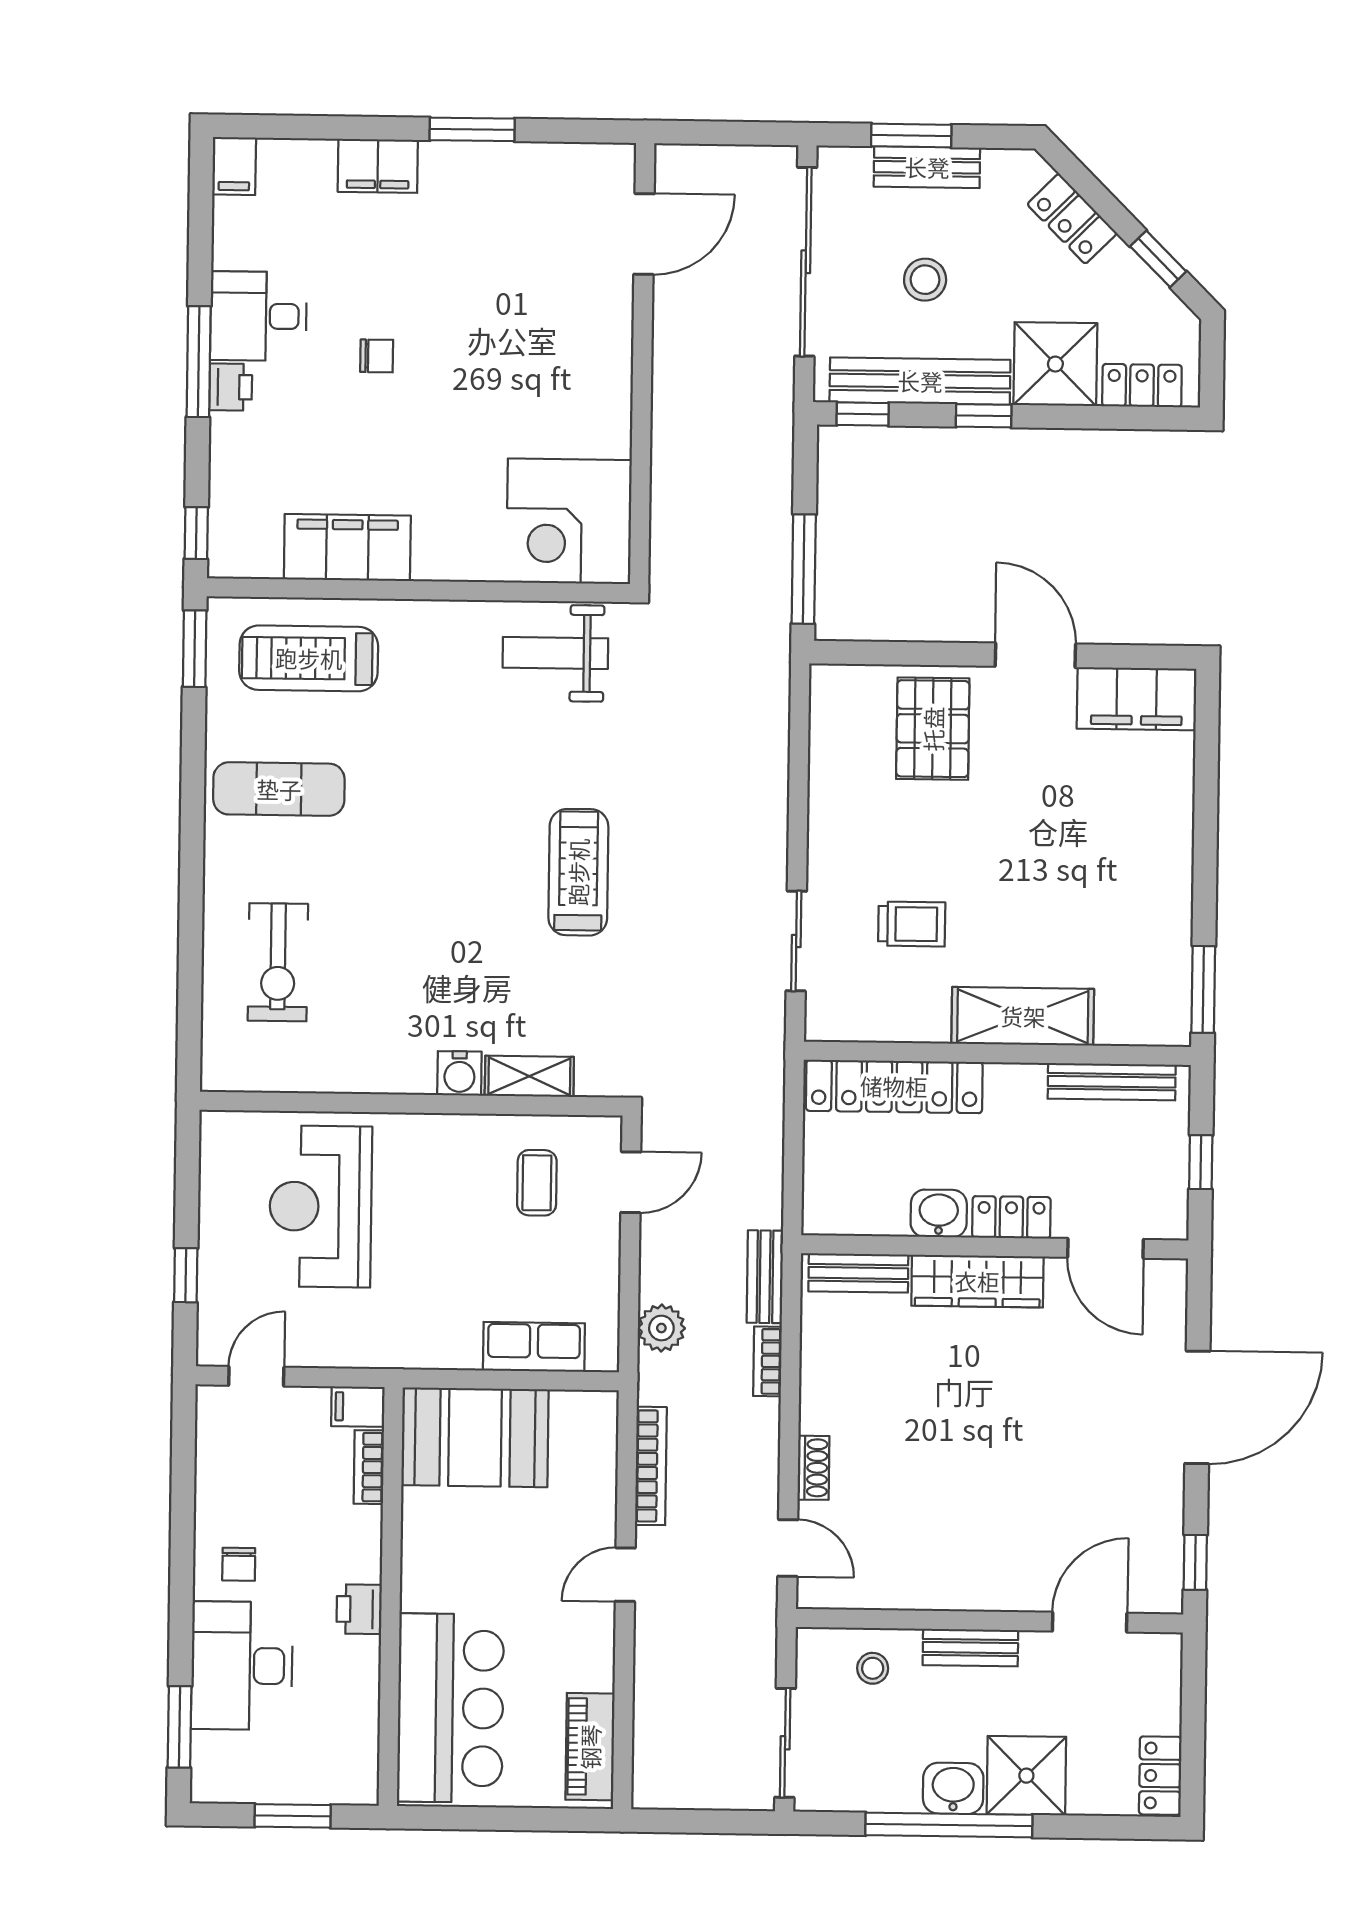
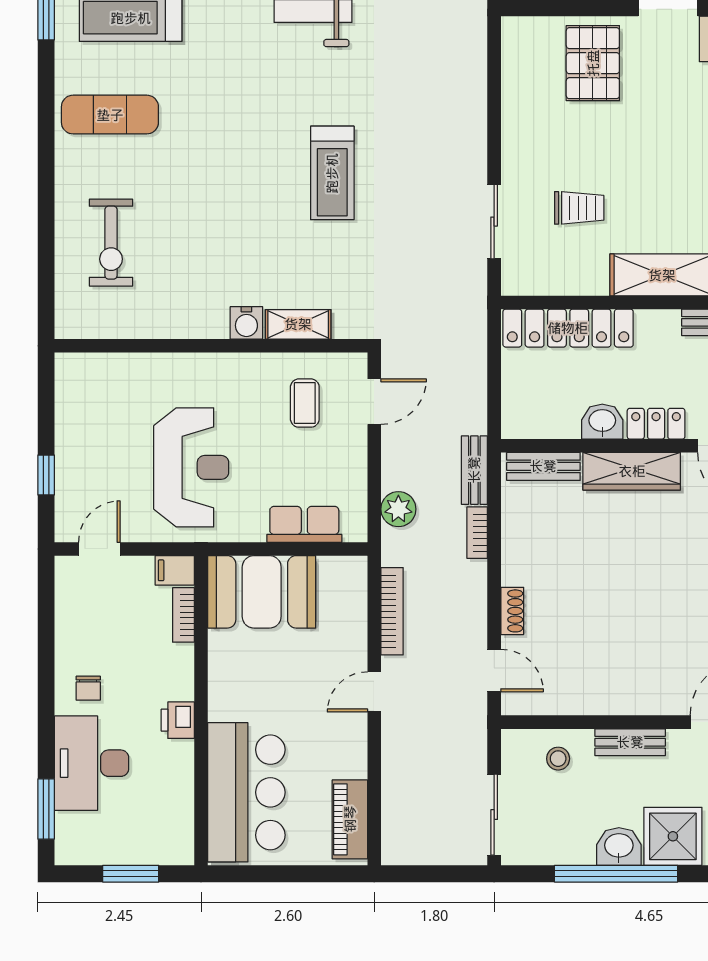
treadmill: (578, 872) -> (332, 173), turned 180
reception desk: (321, 1206) -> (191, 467), moved, turned 180

